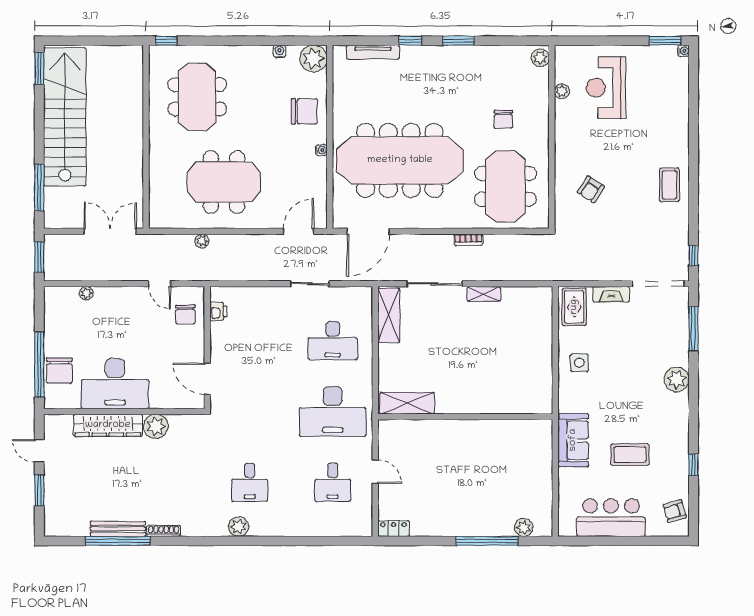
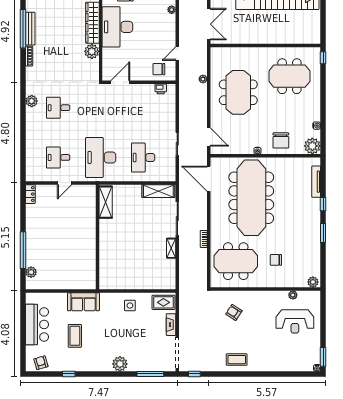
reception desk: (606, 88) -> (295, 321), turned 180

